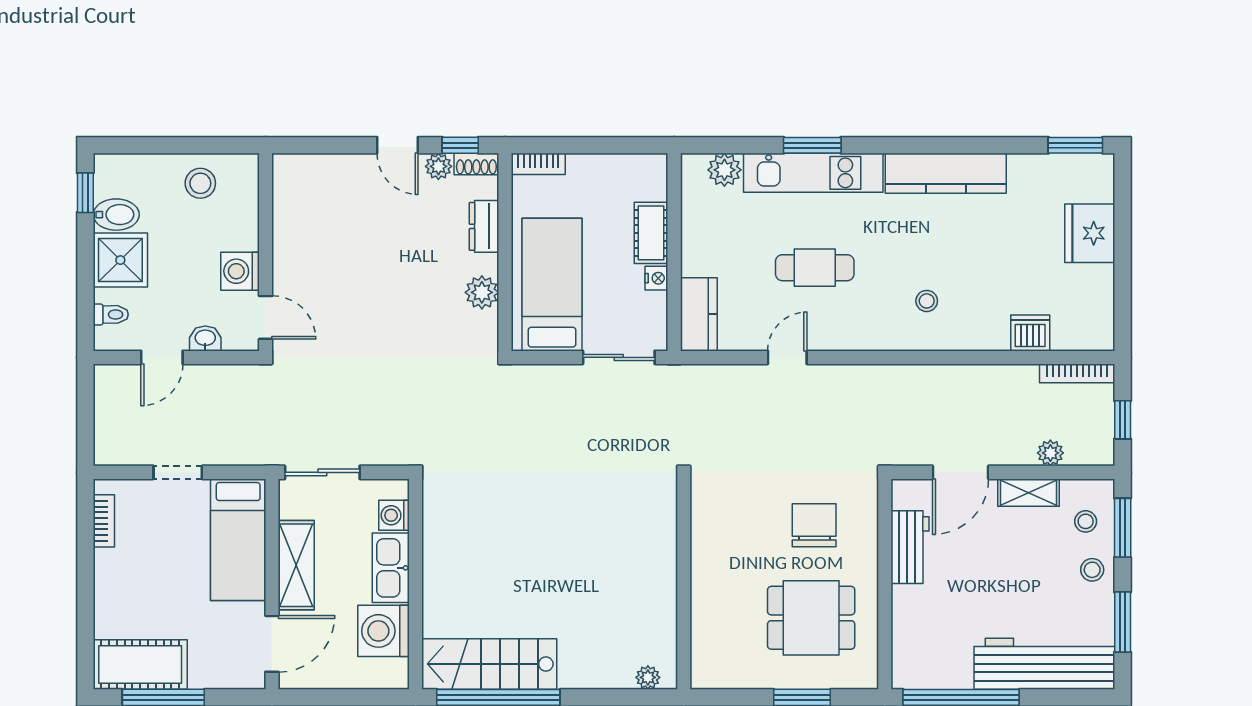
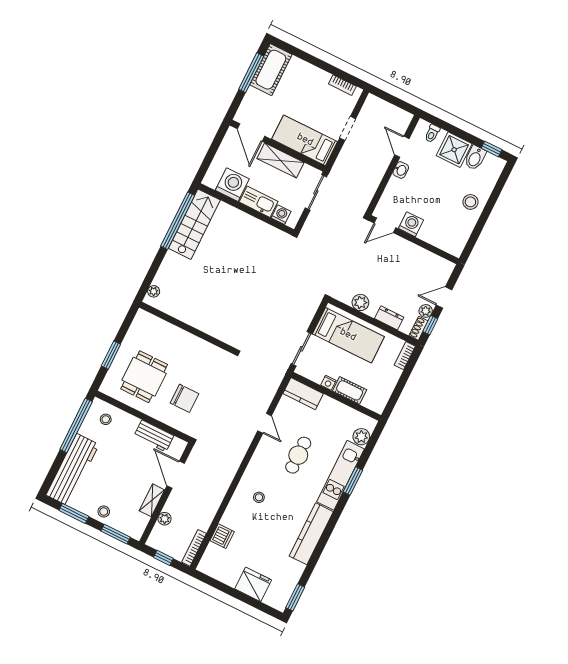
wall: (266, 252) -> (414, 240), moved
washing machine: (240, 271) -> (411, 224), moved
door: (266, 317) -> (385, 225), moved
stool: (1086, 521) -> (106, 419), moved

